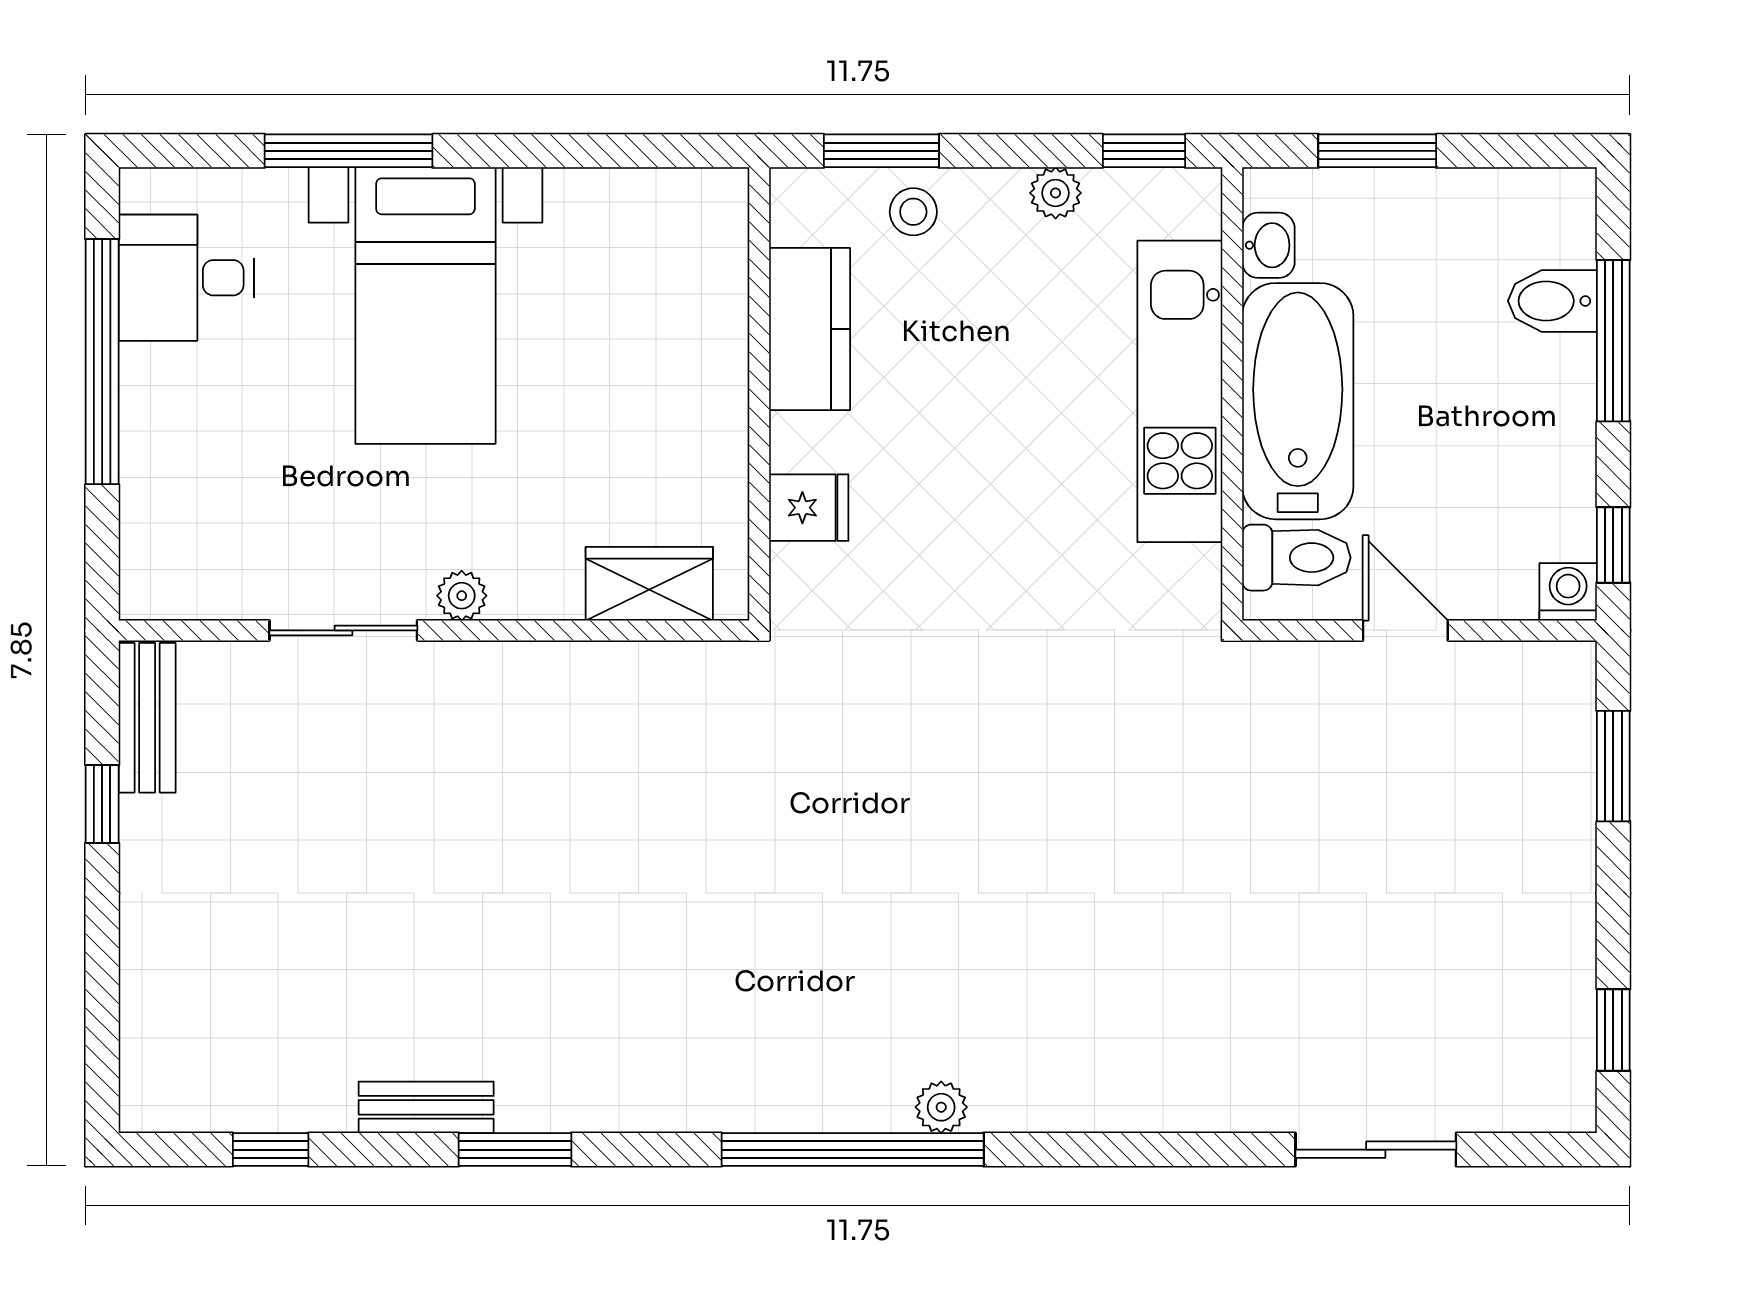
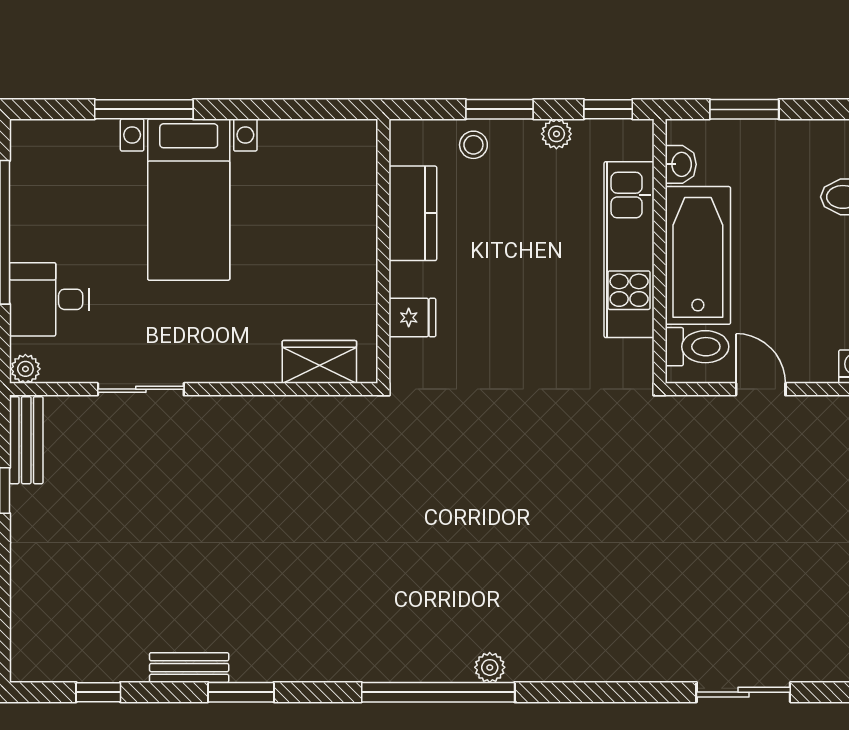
window: (881, 151) -> (500, 109), moved
desk: (186, 278) -> (49, 299), moved
plant: (462, 596) -> (25, 369), moved

